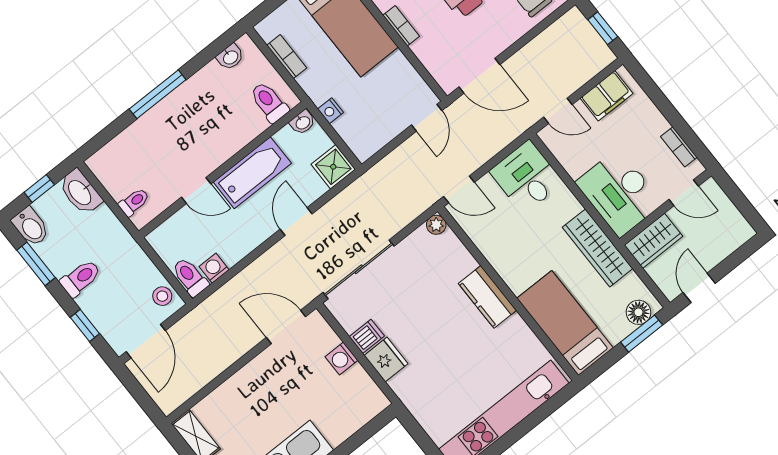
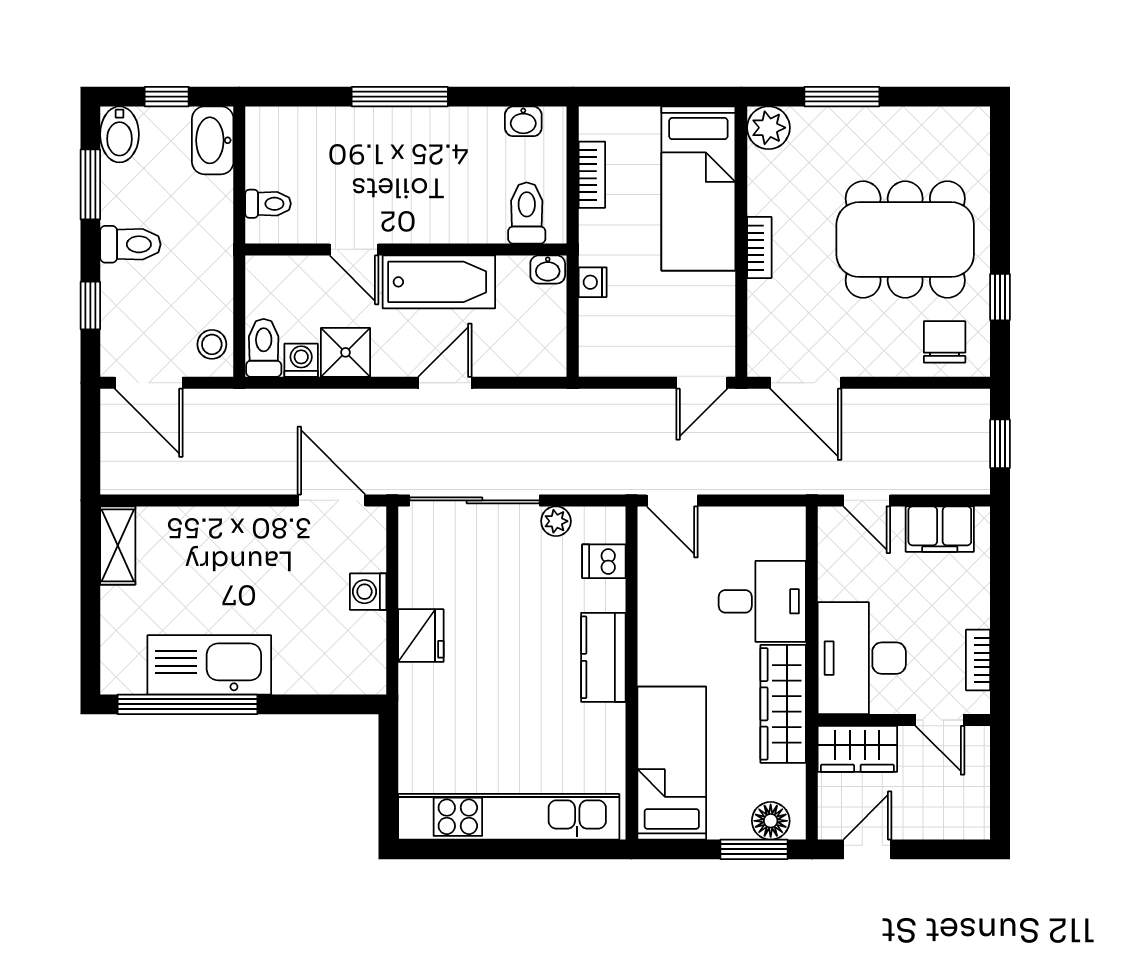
shower: (333, 167) -> (346, 352), moved
desk: (526, 177) -> (762, 601), moved, turned 90
plant: (436, 225) -> (556, 521), moved
dishwasher: (367, 336) -> (604, 561), moved, turned 180
door: (146, 341) -> (149, 383), hinge flipped

